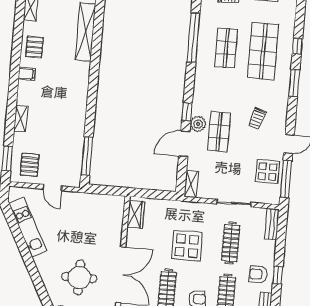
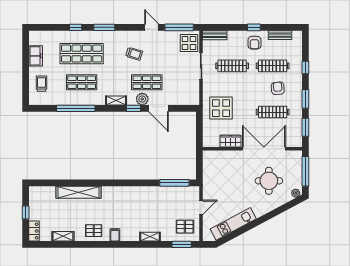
display table: (267, 172) -> (189, 43), moved
shelving: (191, 184) -> (116, 100), moved
wardrobe: (136, 214) -> (230, 141), moved
display table: (187, 246) -> (221, 108), moved

